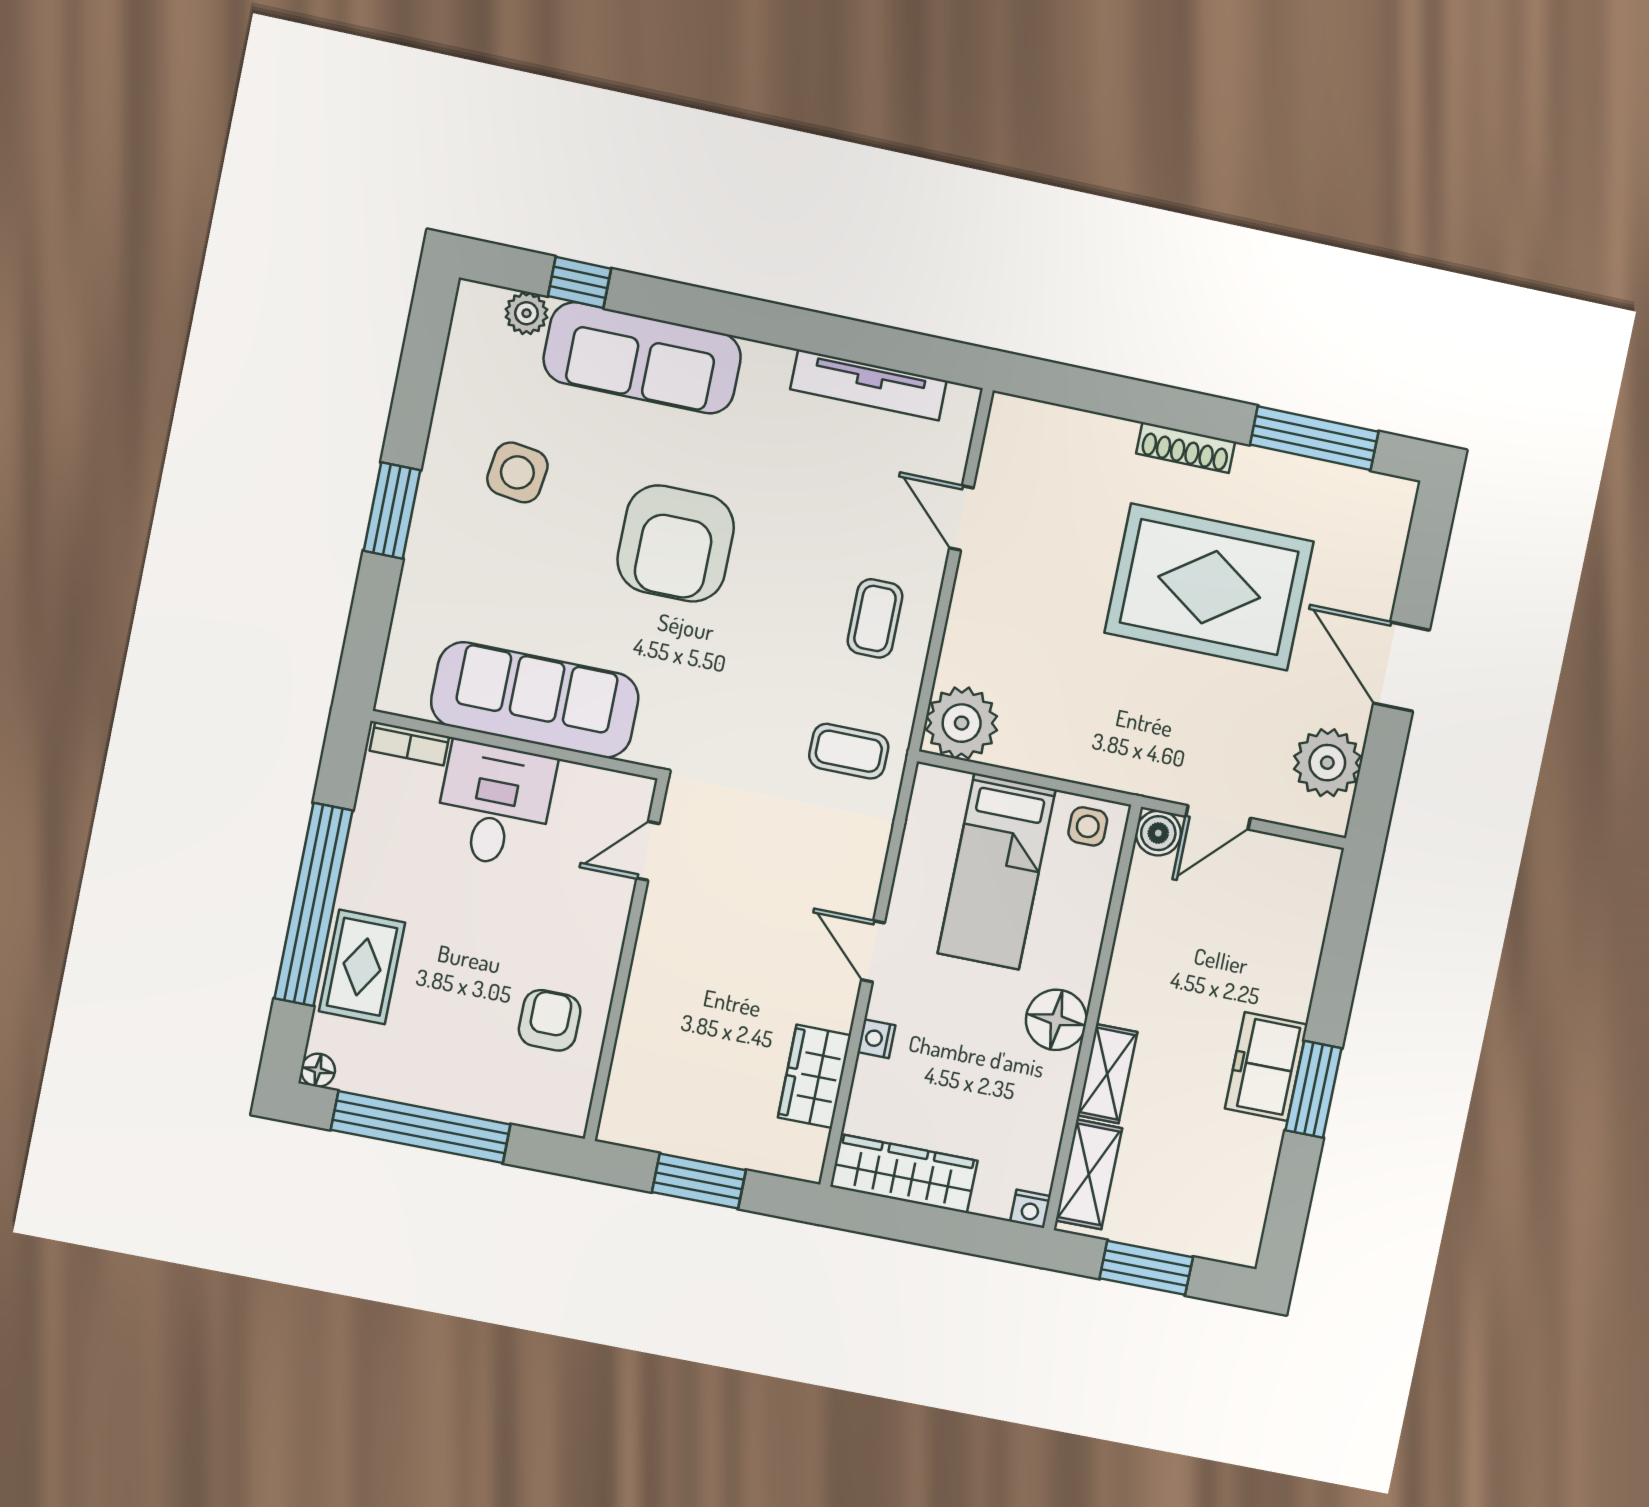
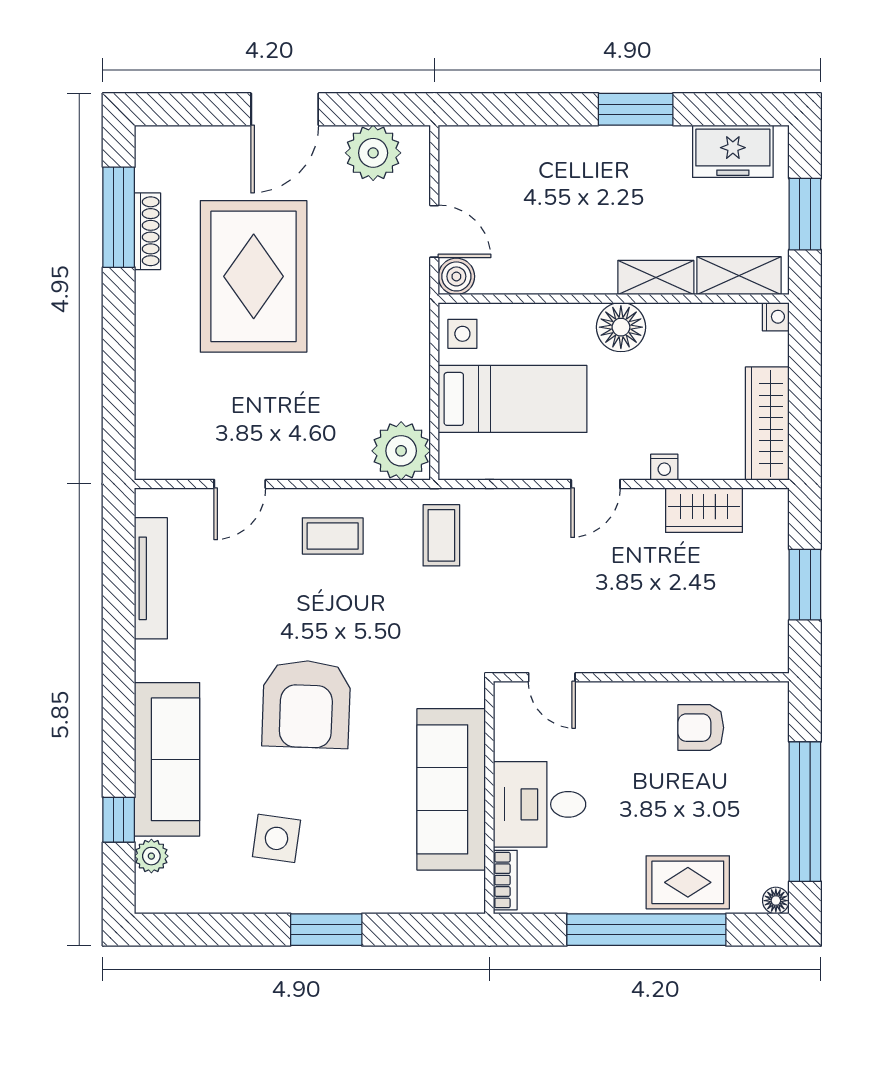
shoe rack: (1186, 448) -> (148, 231), moved
armchair: (676, 543) -> (306, 704), turned 92
freezer: (1266, 1067) -> (733, 151), moved

